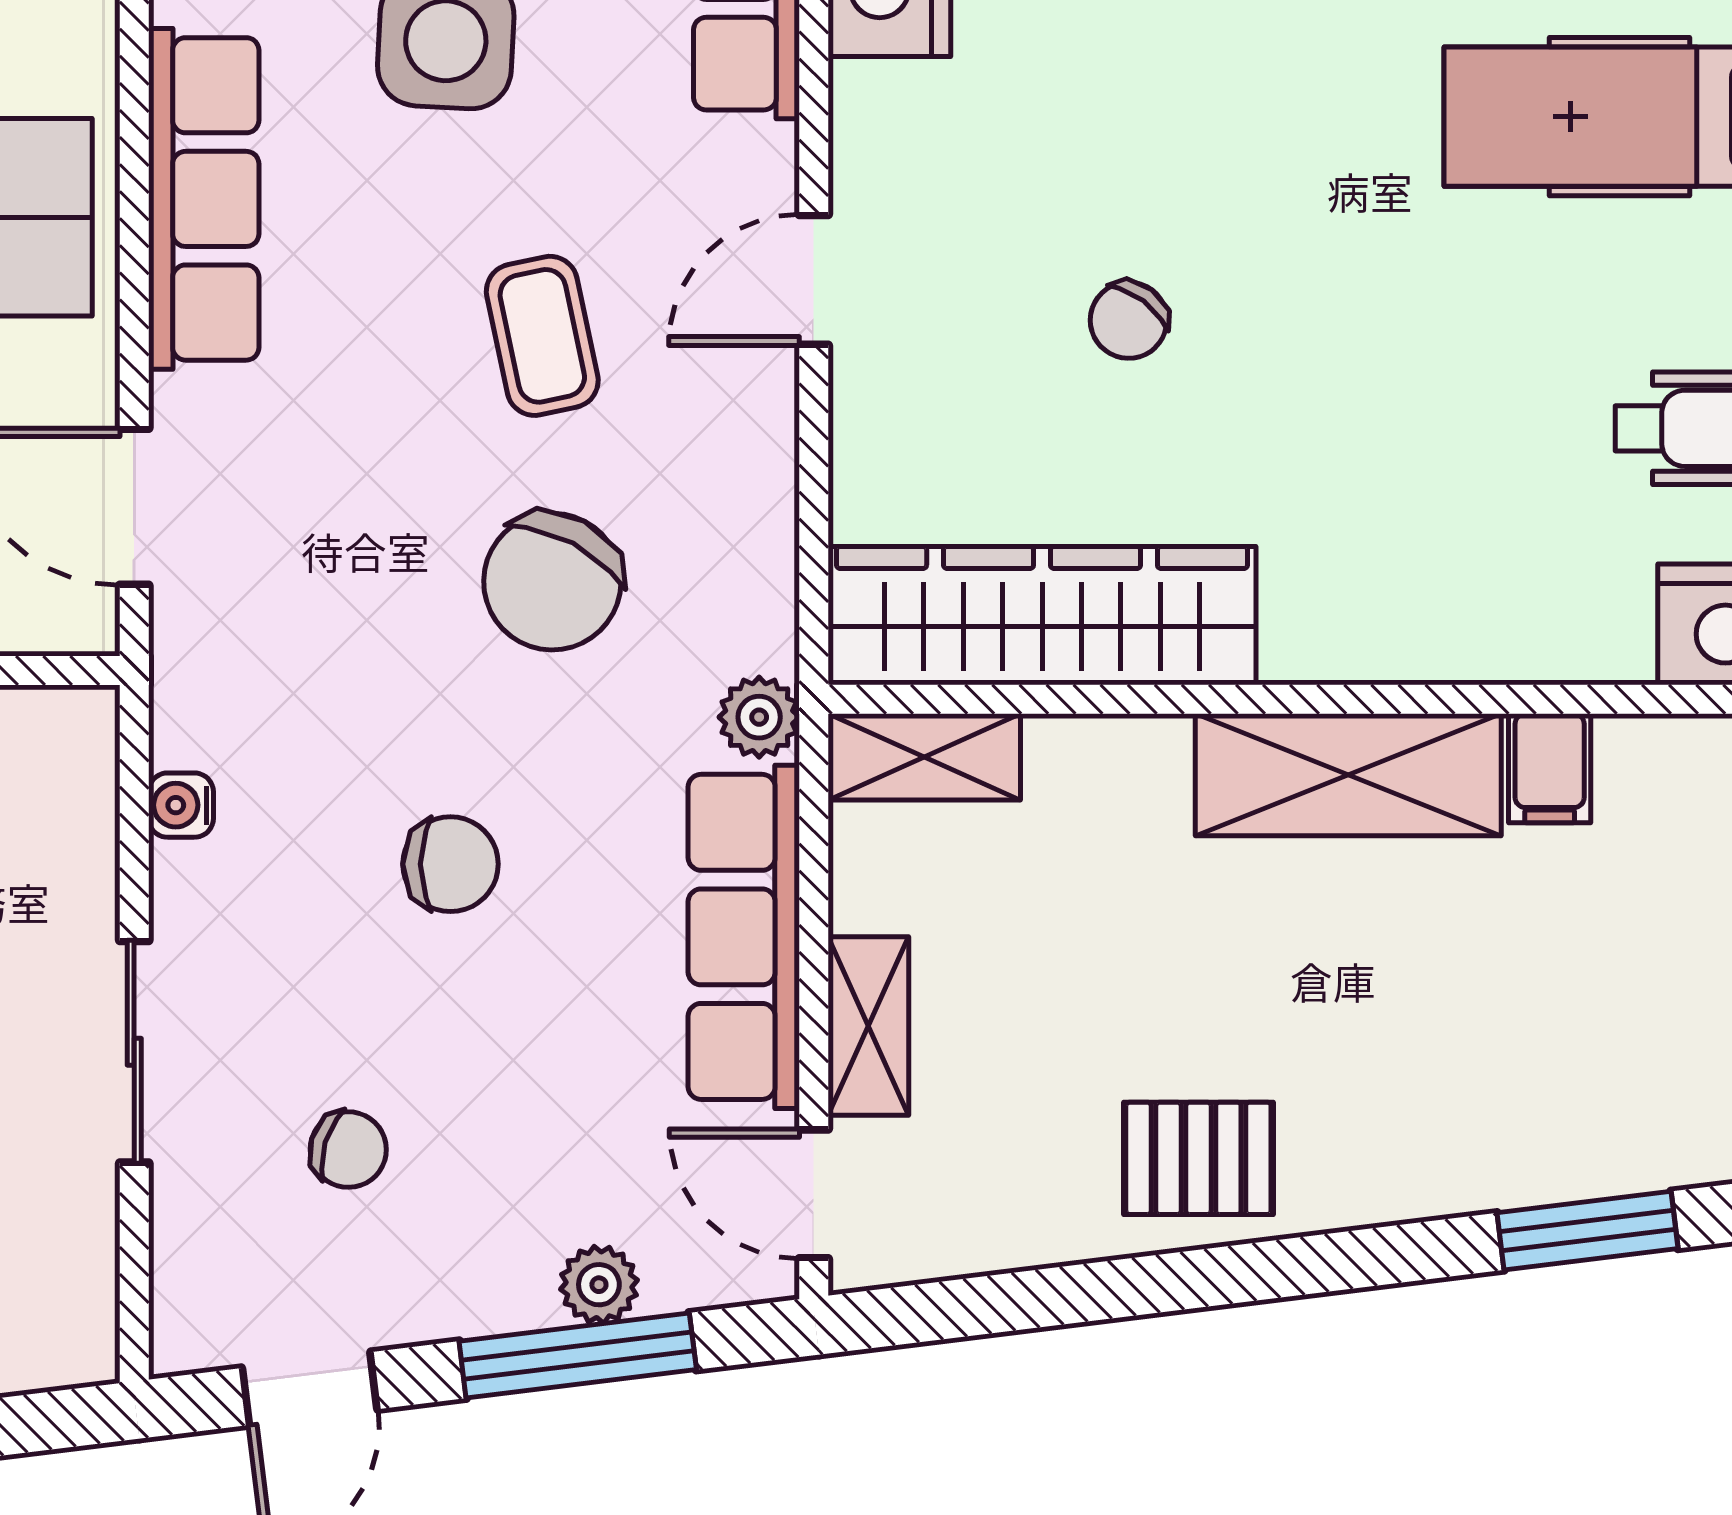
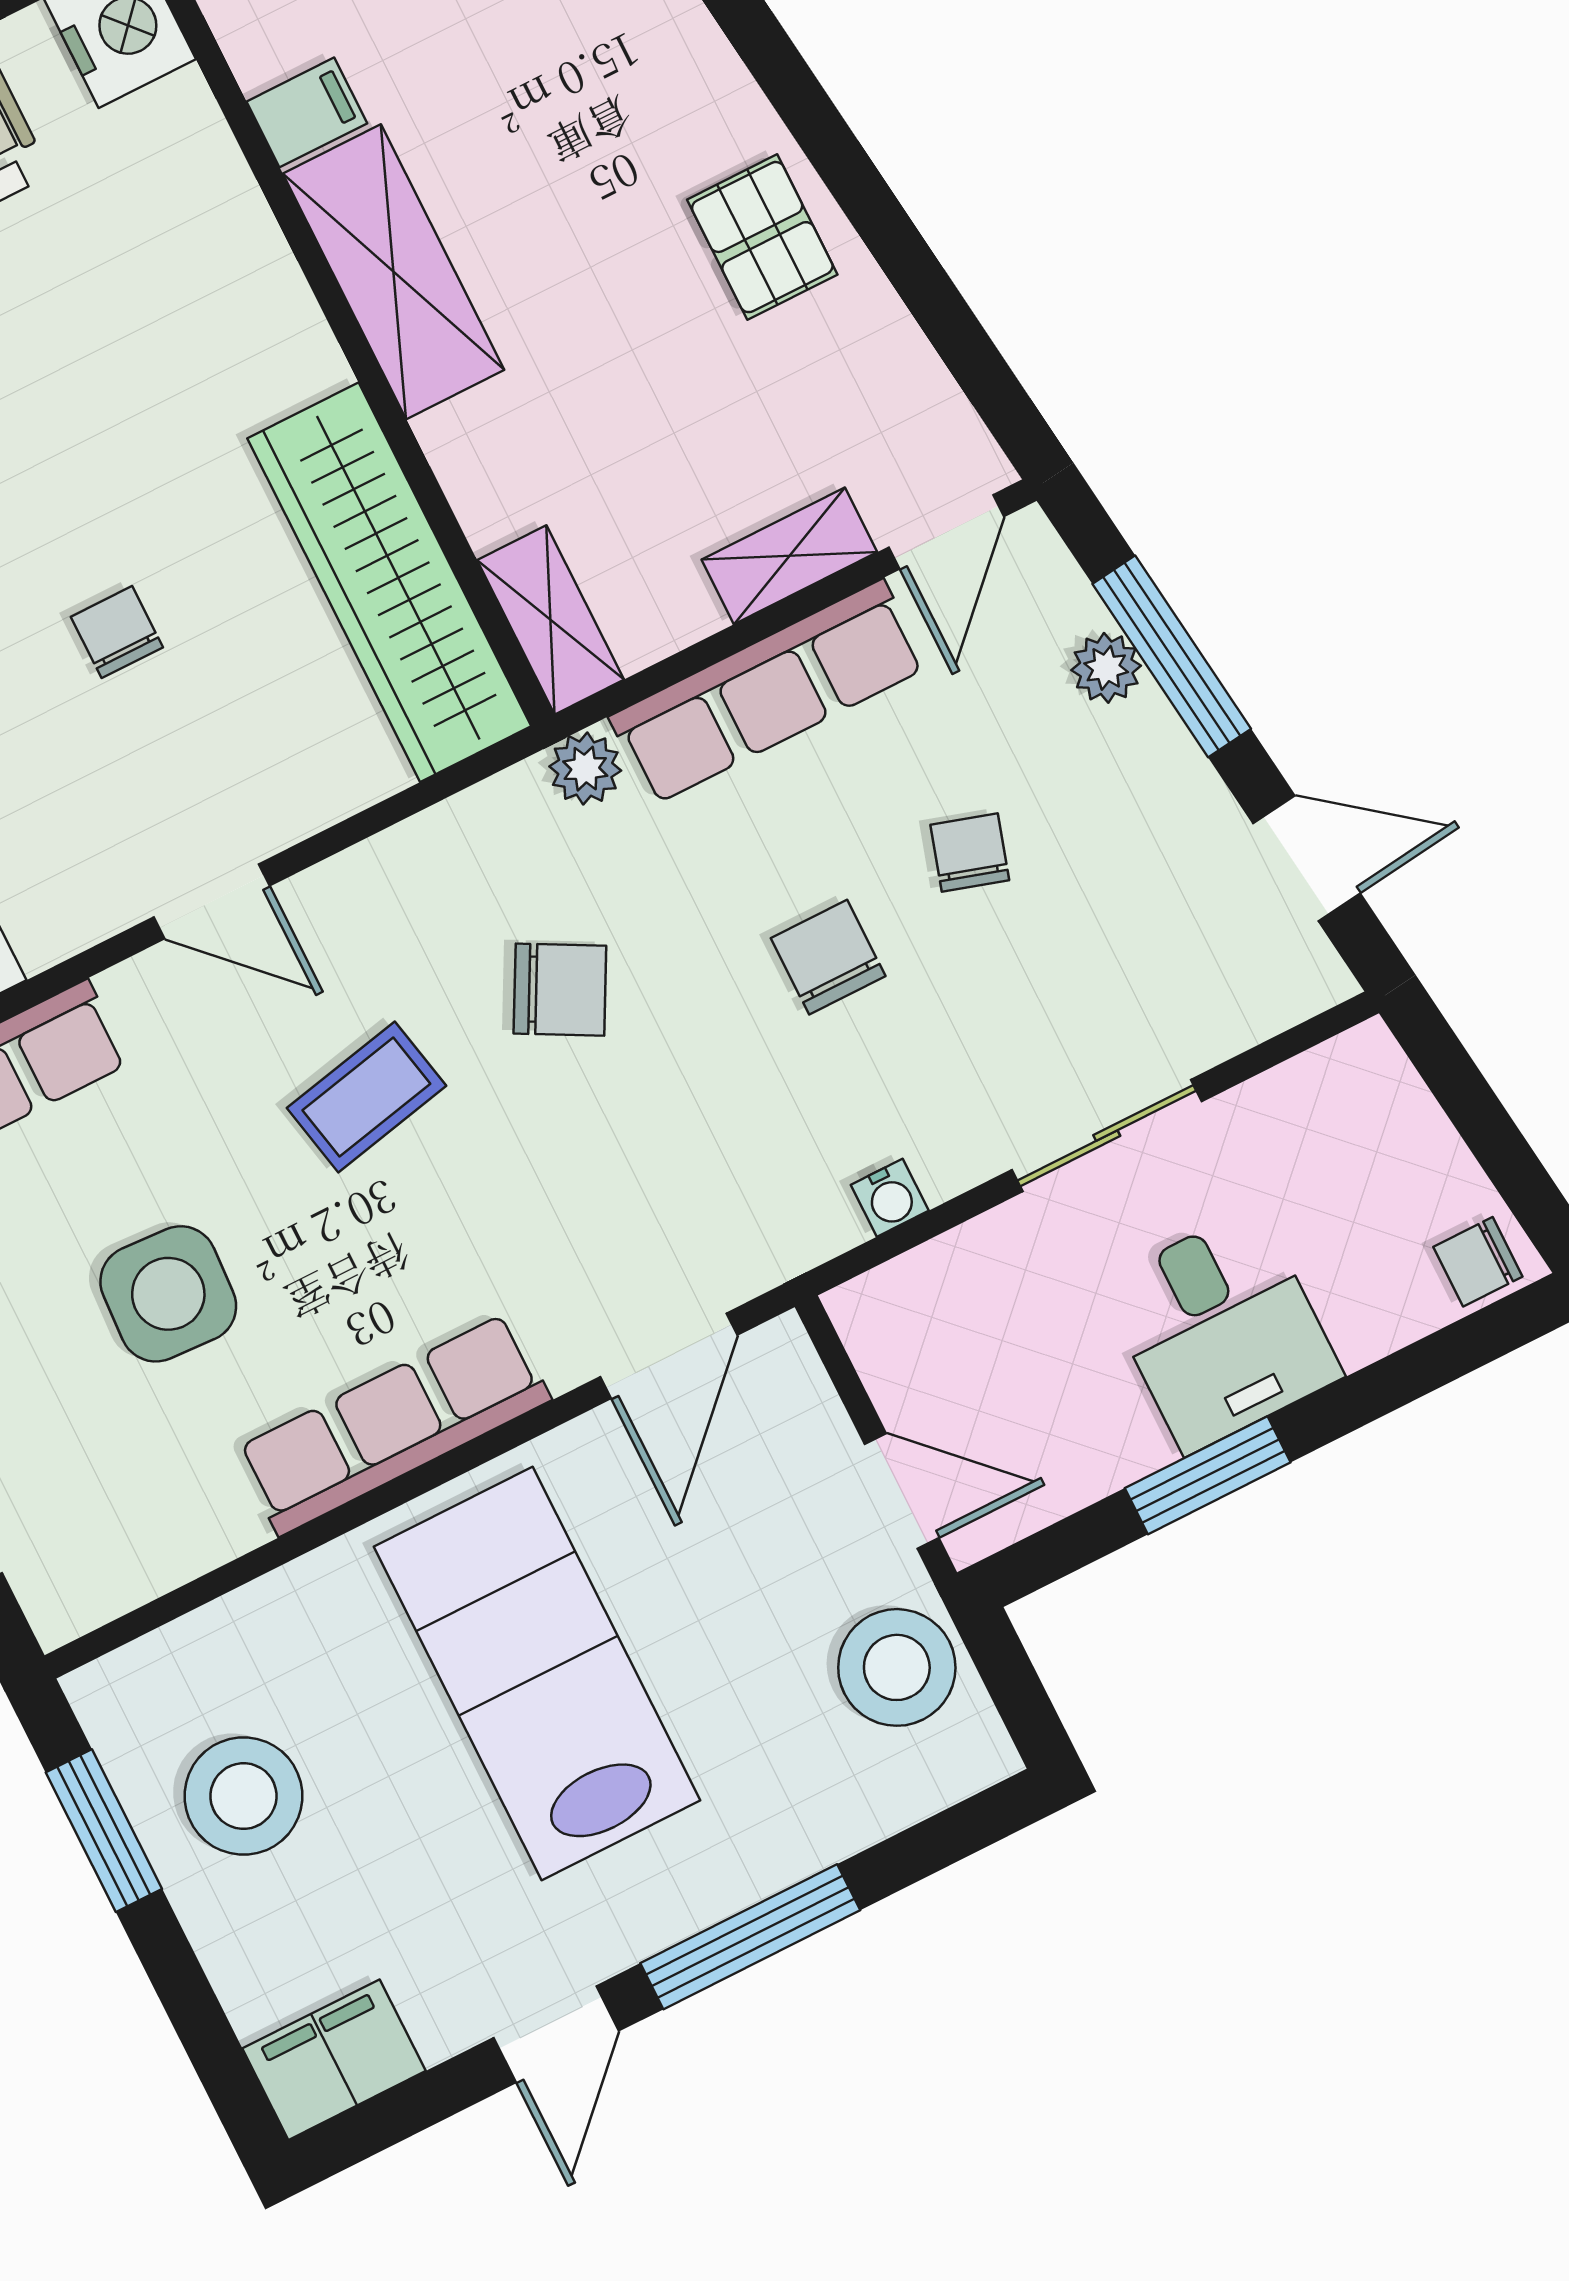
chair: (1129, 320) -> (117, 632), turned -127
chair: (552, 582) -> (560, 990), width x0.73, depth x0.73
chair: (348, 1150) -> (970, 852), moved

